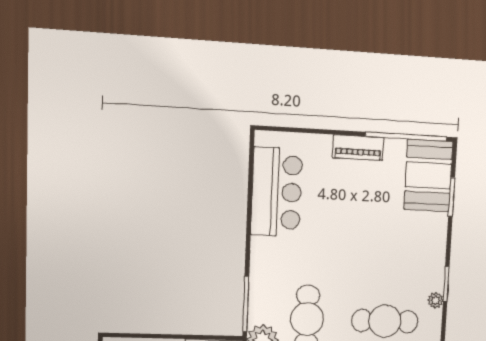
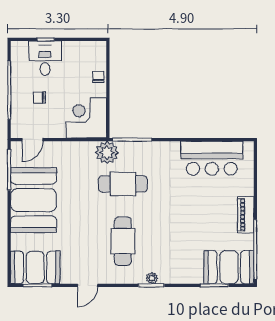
plant: (435, 300) -> (152, 278), moved

